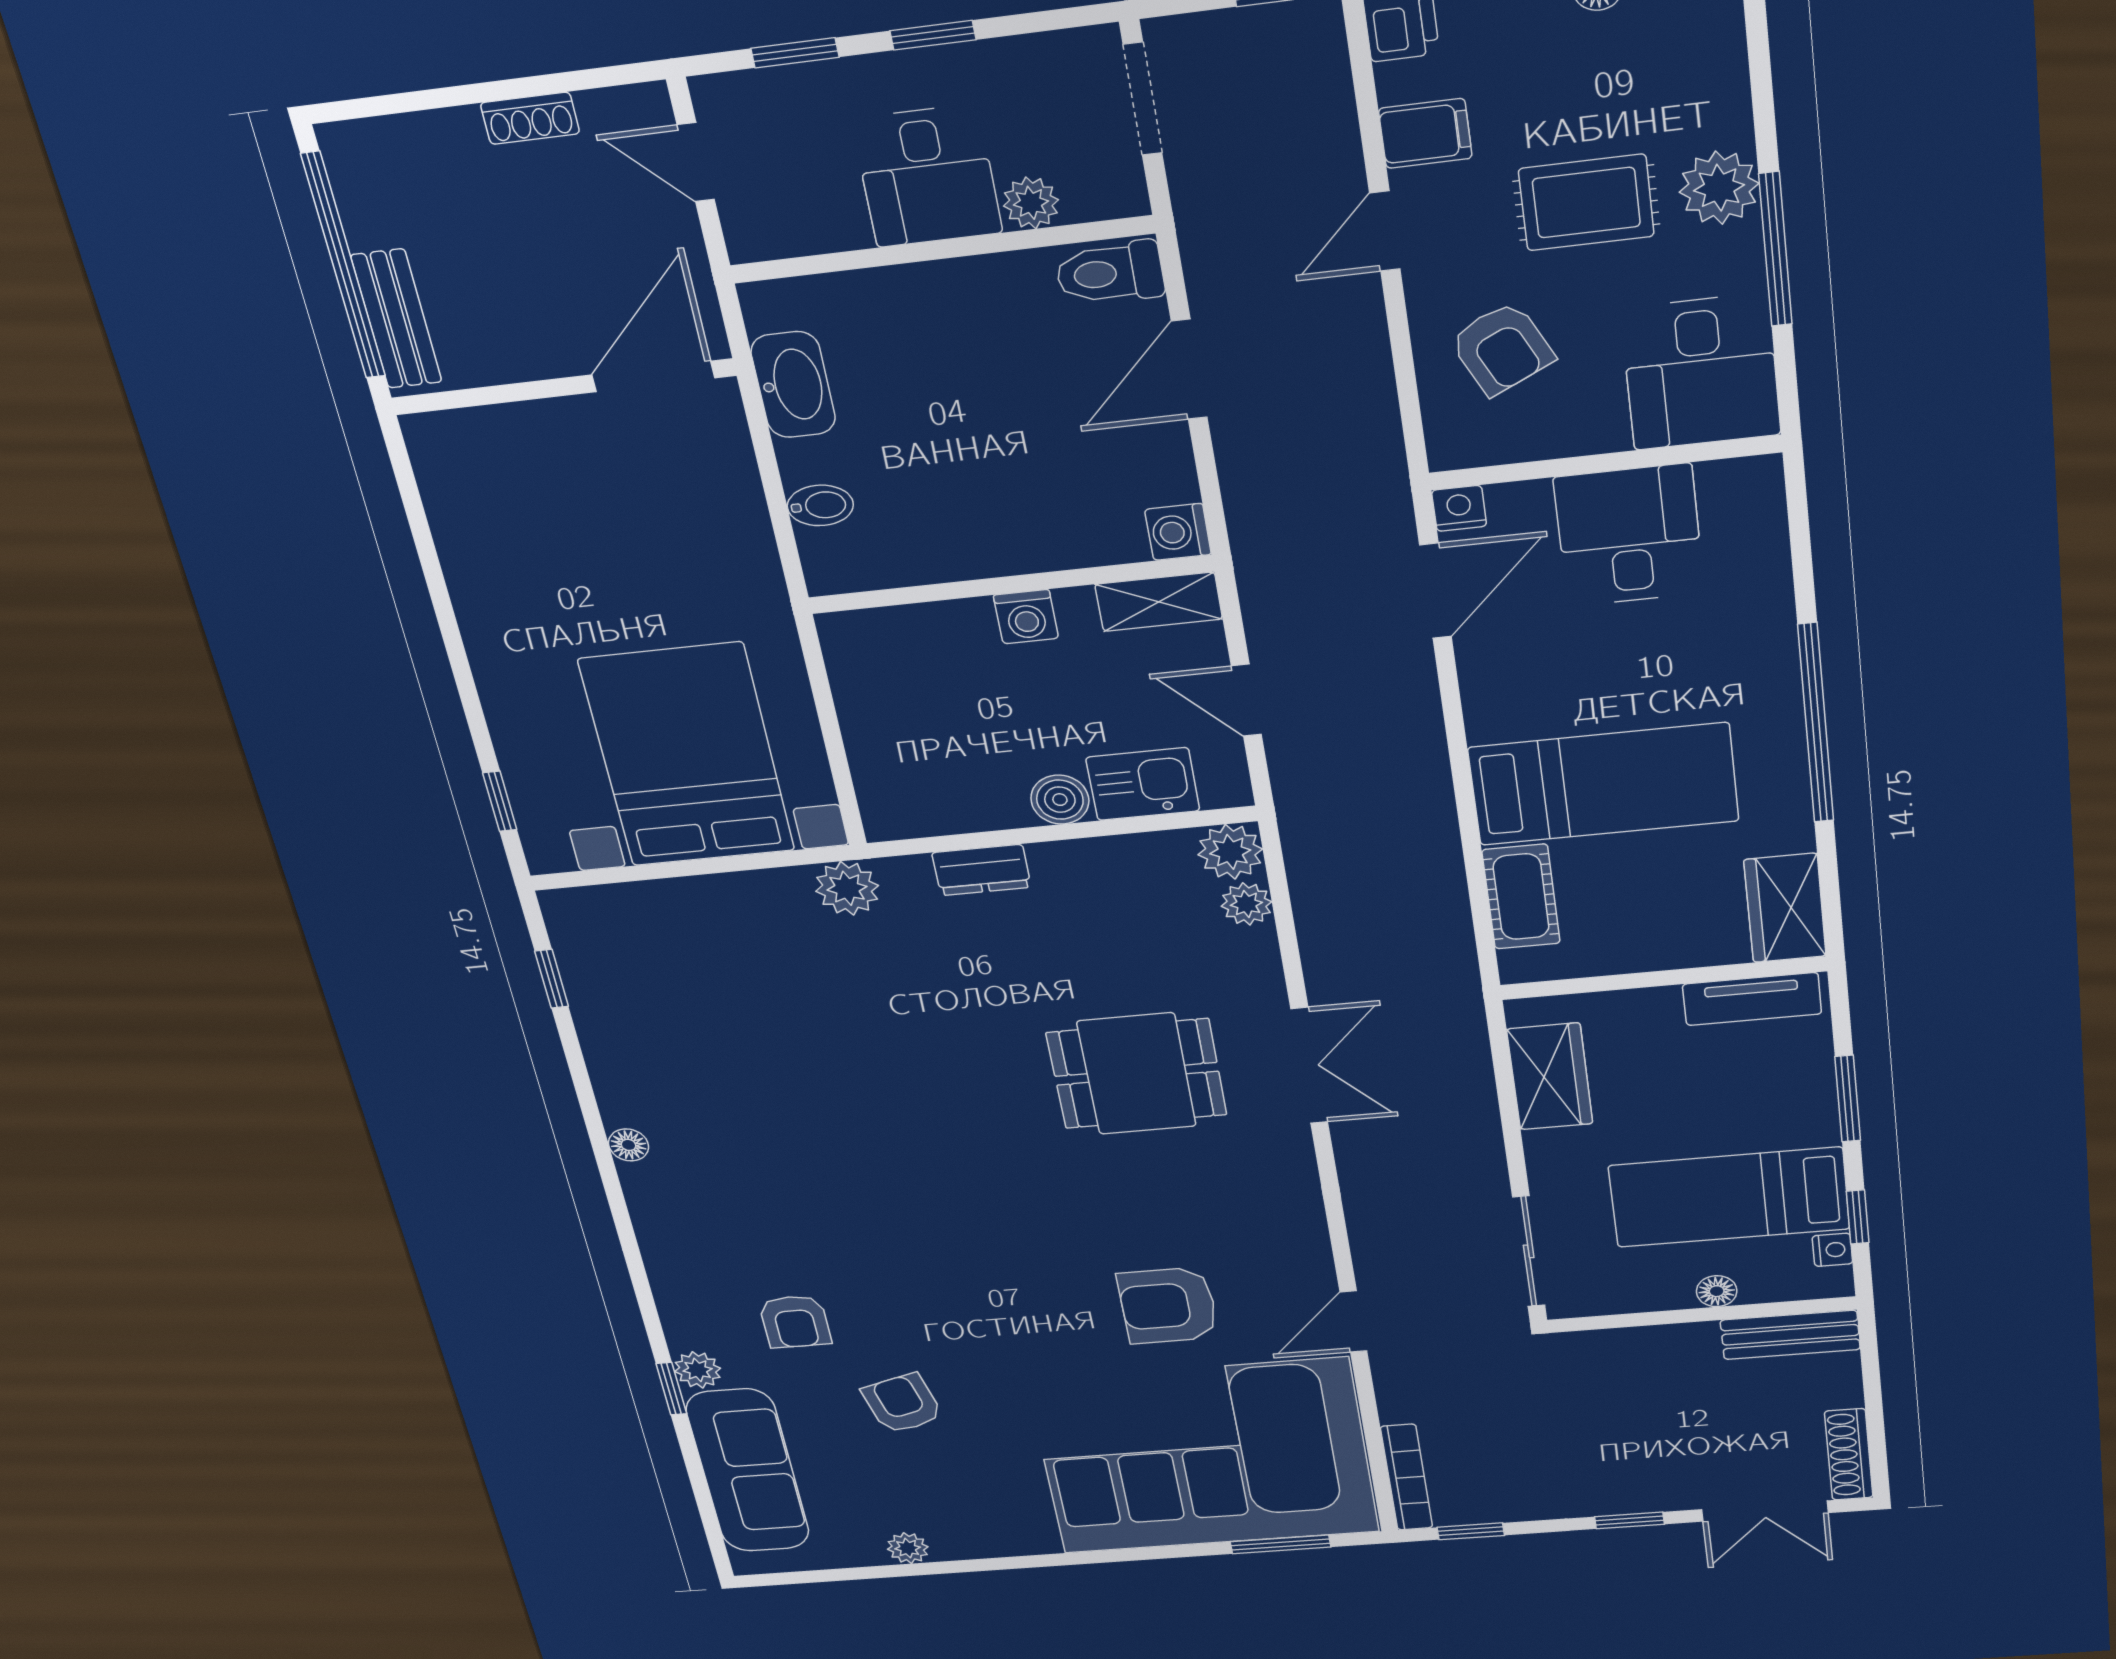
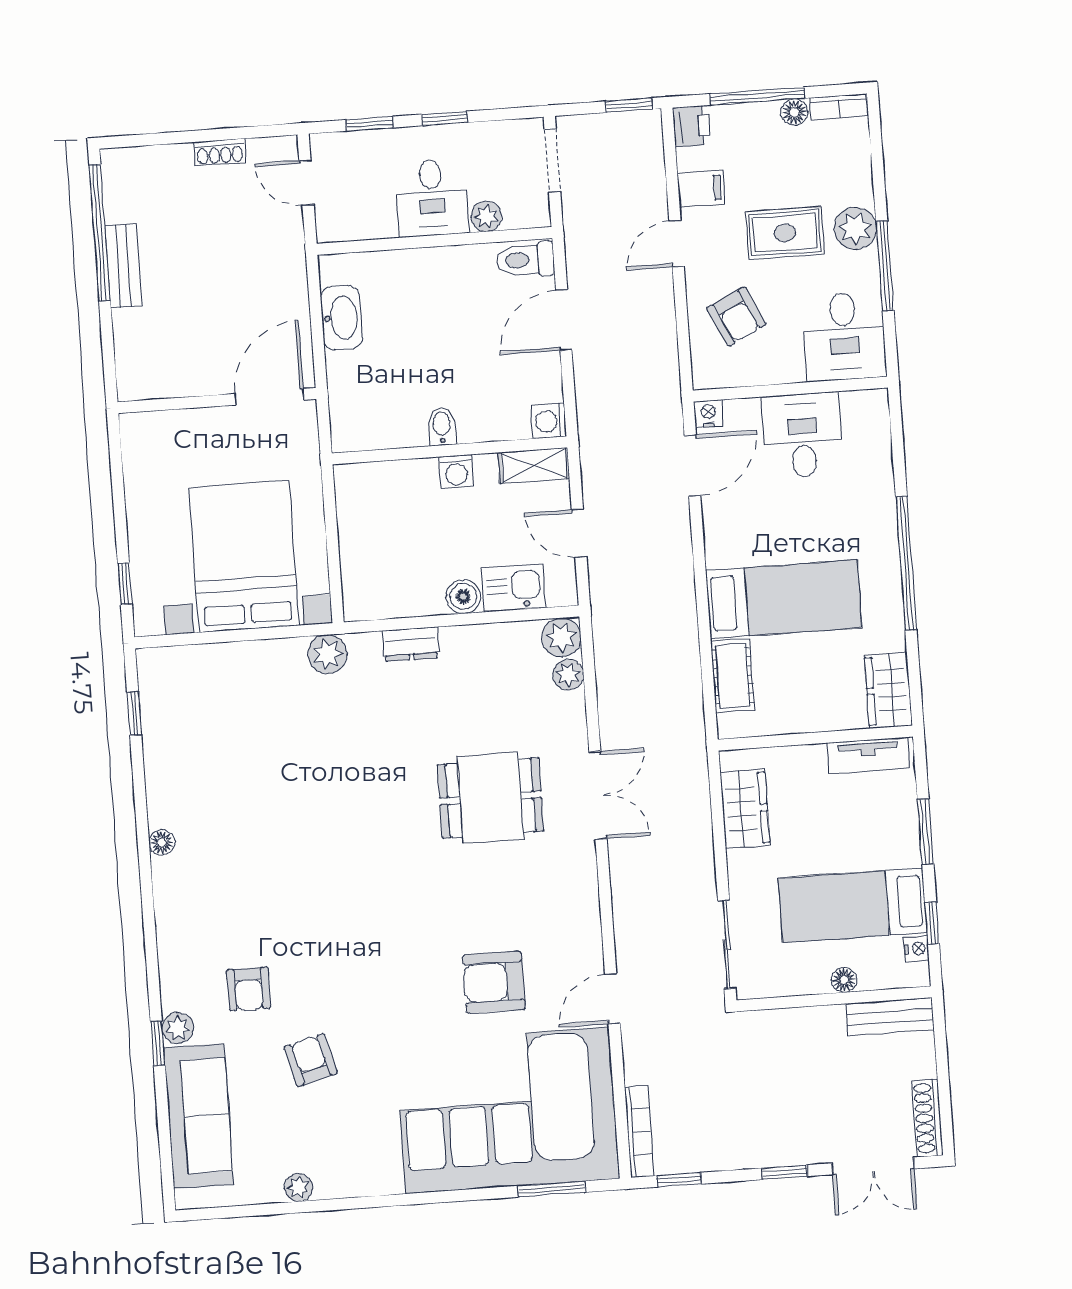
door: (653, 376) -> (269, 397), moved
wall: (563, 387) -> (217, 401), moved
bidet: (820, 505) -> (442, 426), moved, turned -90

